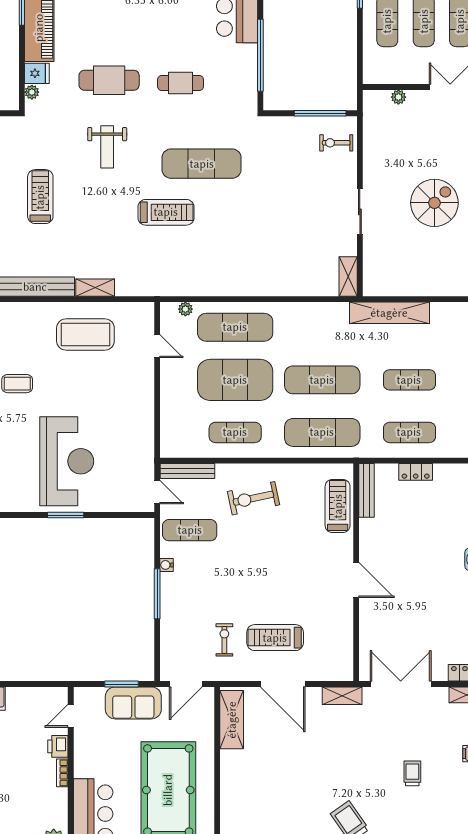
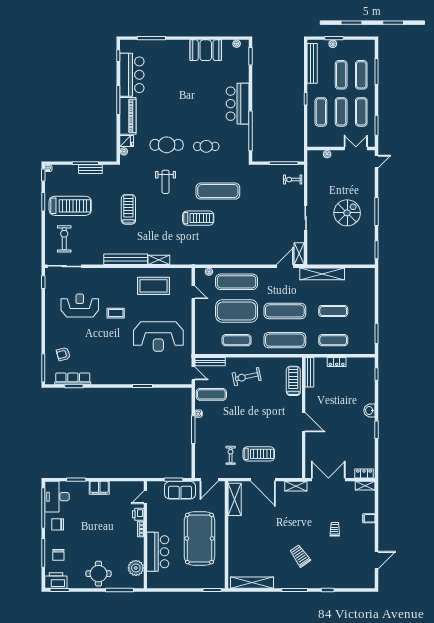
door: (323, 299) -> (285, 266), added
reception desk: (67, 461) -> (158, 336), moved, turned 90
treadmill: (275, 638) -> (259, 454), turned 180

